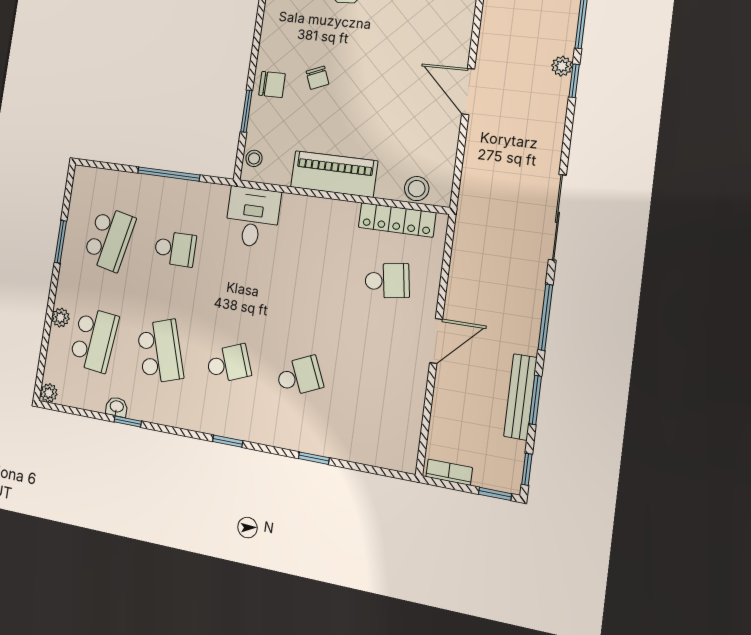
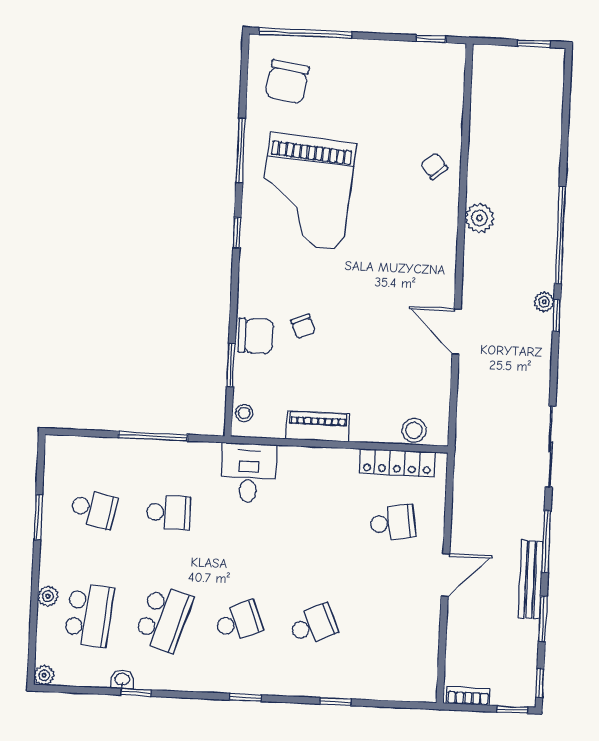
chair: (272, 84) -> (256, 336), width x1.37, depth x1.37
piano: (334, 174) -> (318, 427), width x0.73, depth x0.75
school desk: (109, 239) -> (94, 509), width x0.54
school desk: (160, 352) -> (164, 618), turned 36
bench: (520, 397) -> (531, 579), moved

